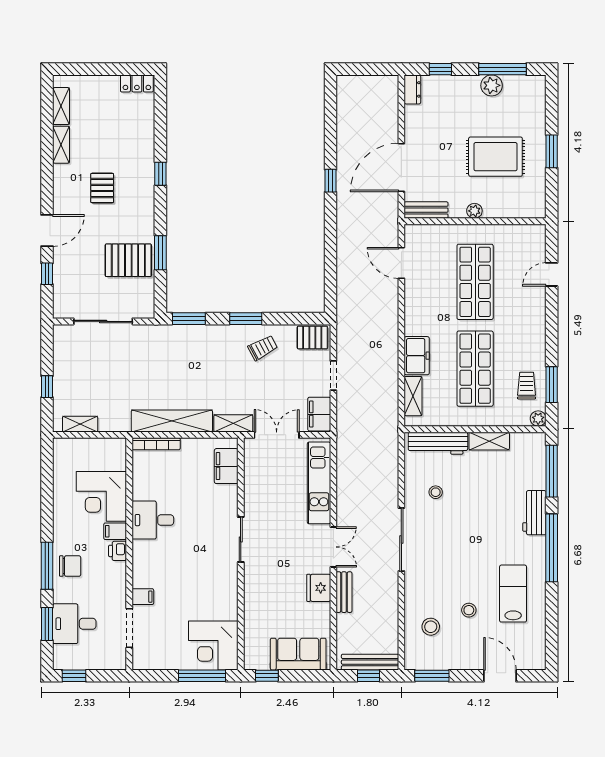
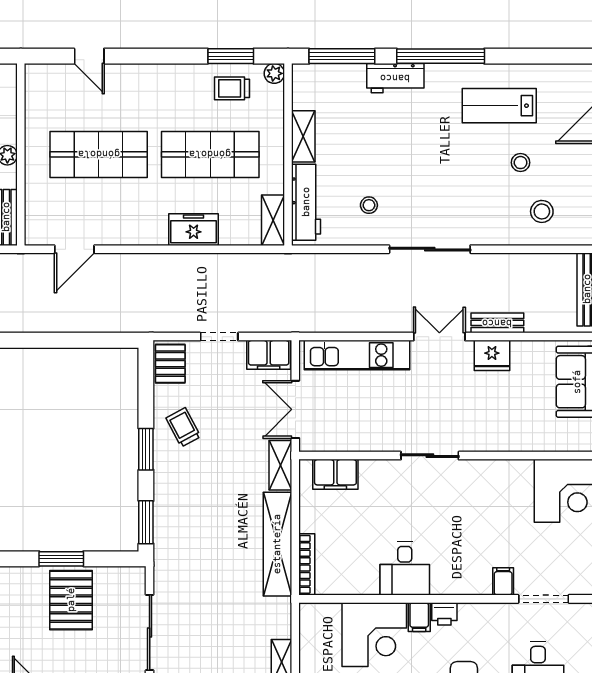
shelving: (413, 396) -> (273, 220), moved, turned 90

